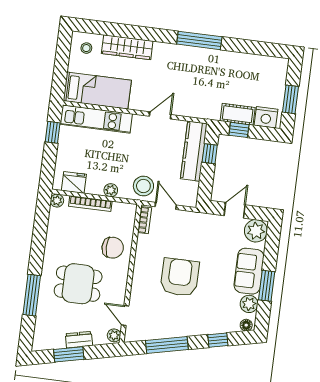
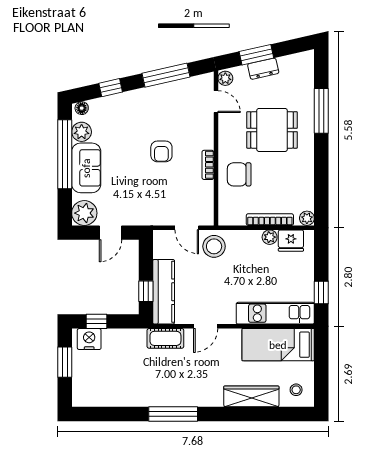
cot: (238, 114) -> (165, 338), moved
window: (239, 130) -> (97, 321), moved
plant: (111, 190) -> (270, 237), moved
bookcase: (145, 220) -> (208, 165), moved
armchair: (180, 277) -> (161, 151), width x0.53, depth x0.53
window: (267, 286) -> (65, 154), width x2.11
window: (69, 354) -> (256, 55), moved

